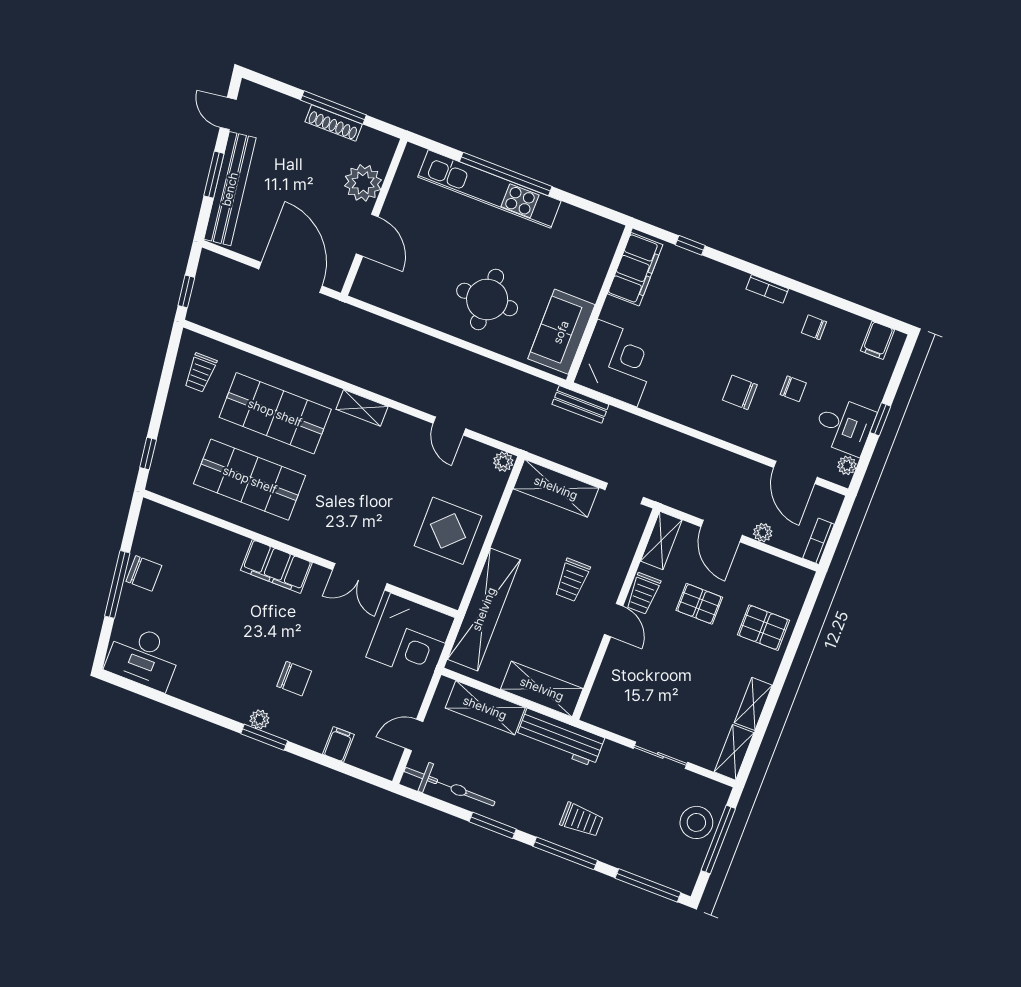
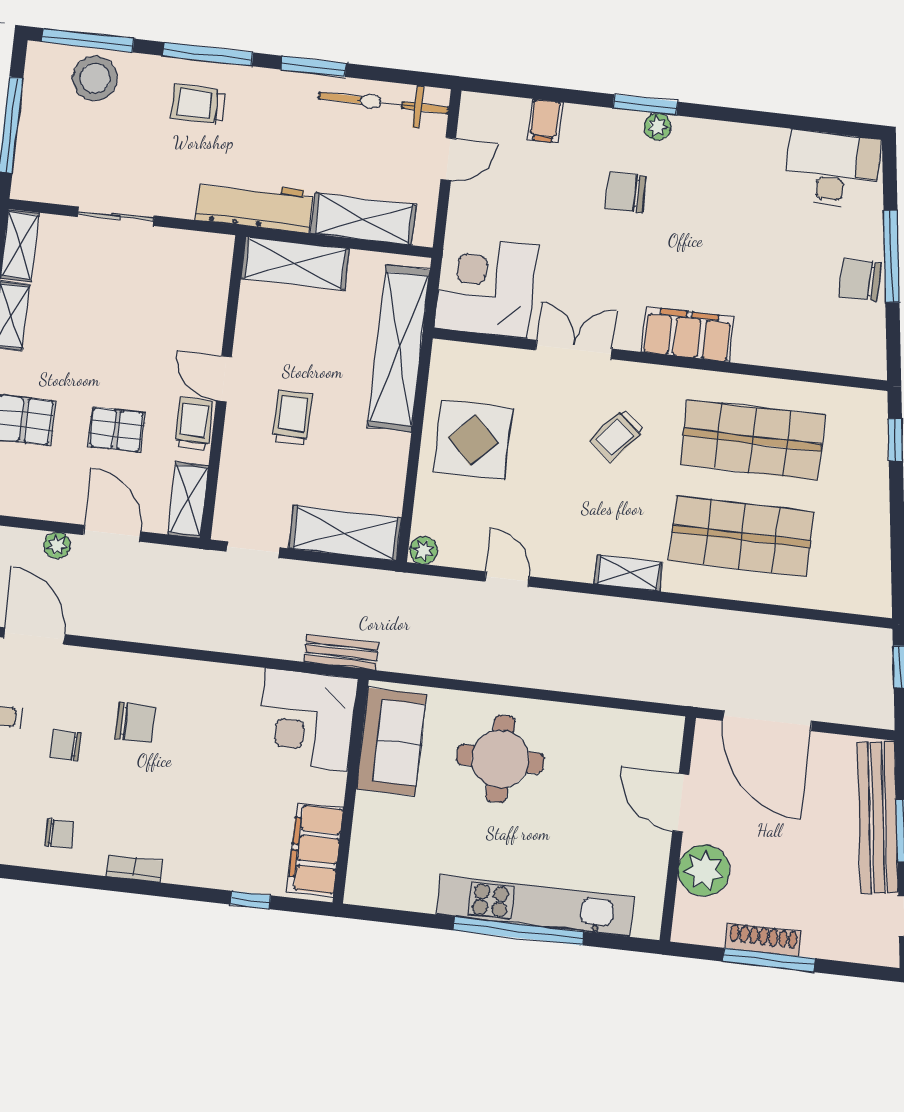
trolley: (200, 373) -> (617, 435), moved, turned -140
stool: (696, 822) -> (95, 78), moved

